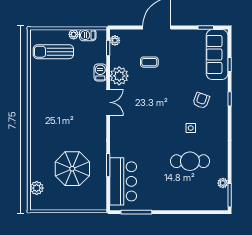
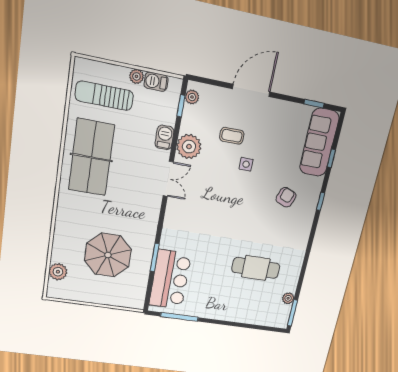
table tennis table: (50, 97) -> (91, 157), added
side table: (191, 128) -> (246, 164), moved

